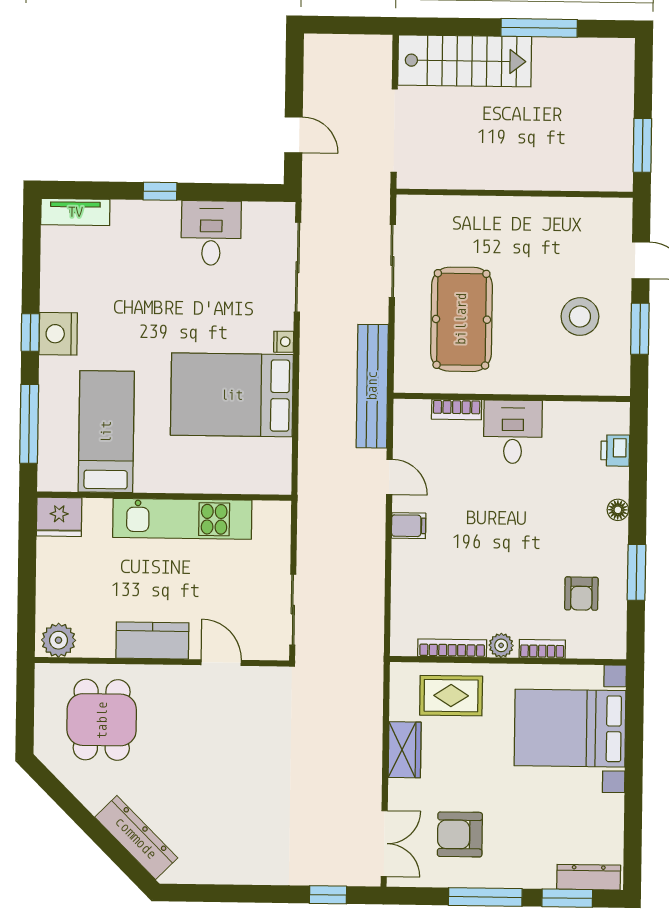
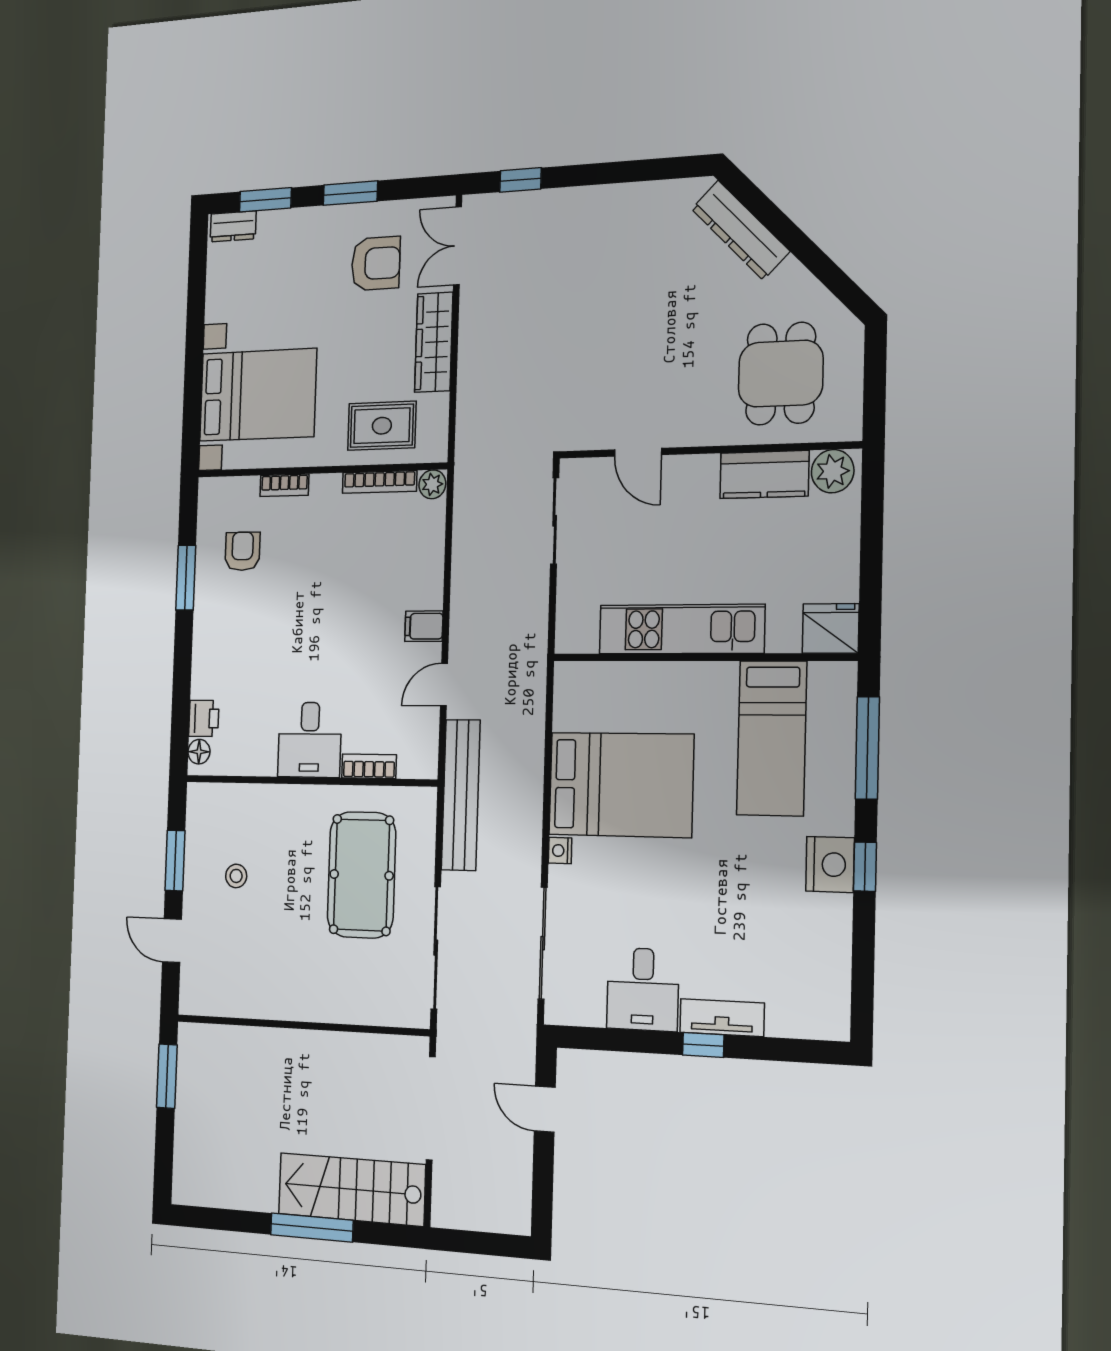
window: (539, 28) -> (312, 1228), moved
tv unit: (75, 212) -> (722, 1018), moved
sliding door: (392, 261) -> (436, 948), width x1.37
stool: (580, 317) -> (236, 876), width x0.53, depth x0.53
door: (389, 477) -> (444, 685), hinge flipped
floor lamp: (618, 510) -> (199, 752), moved
kitchen counter: (152, 640) -> (764, 475), moved
plant: (501, 645) -> (432, 484), moved
wardrobe: (405, 750) -> (434, 342), width x1.50
dresser: (589, 877) -> (233, 226), width x0.70
window: (485, 897) -> (350, 193), width x0.69

